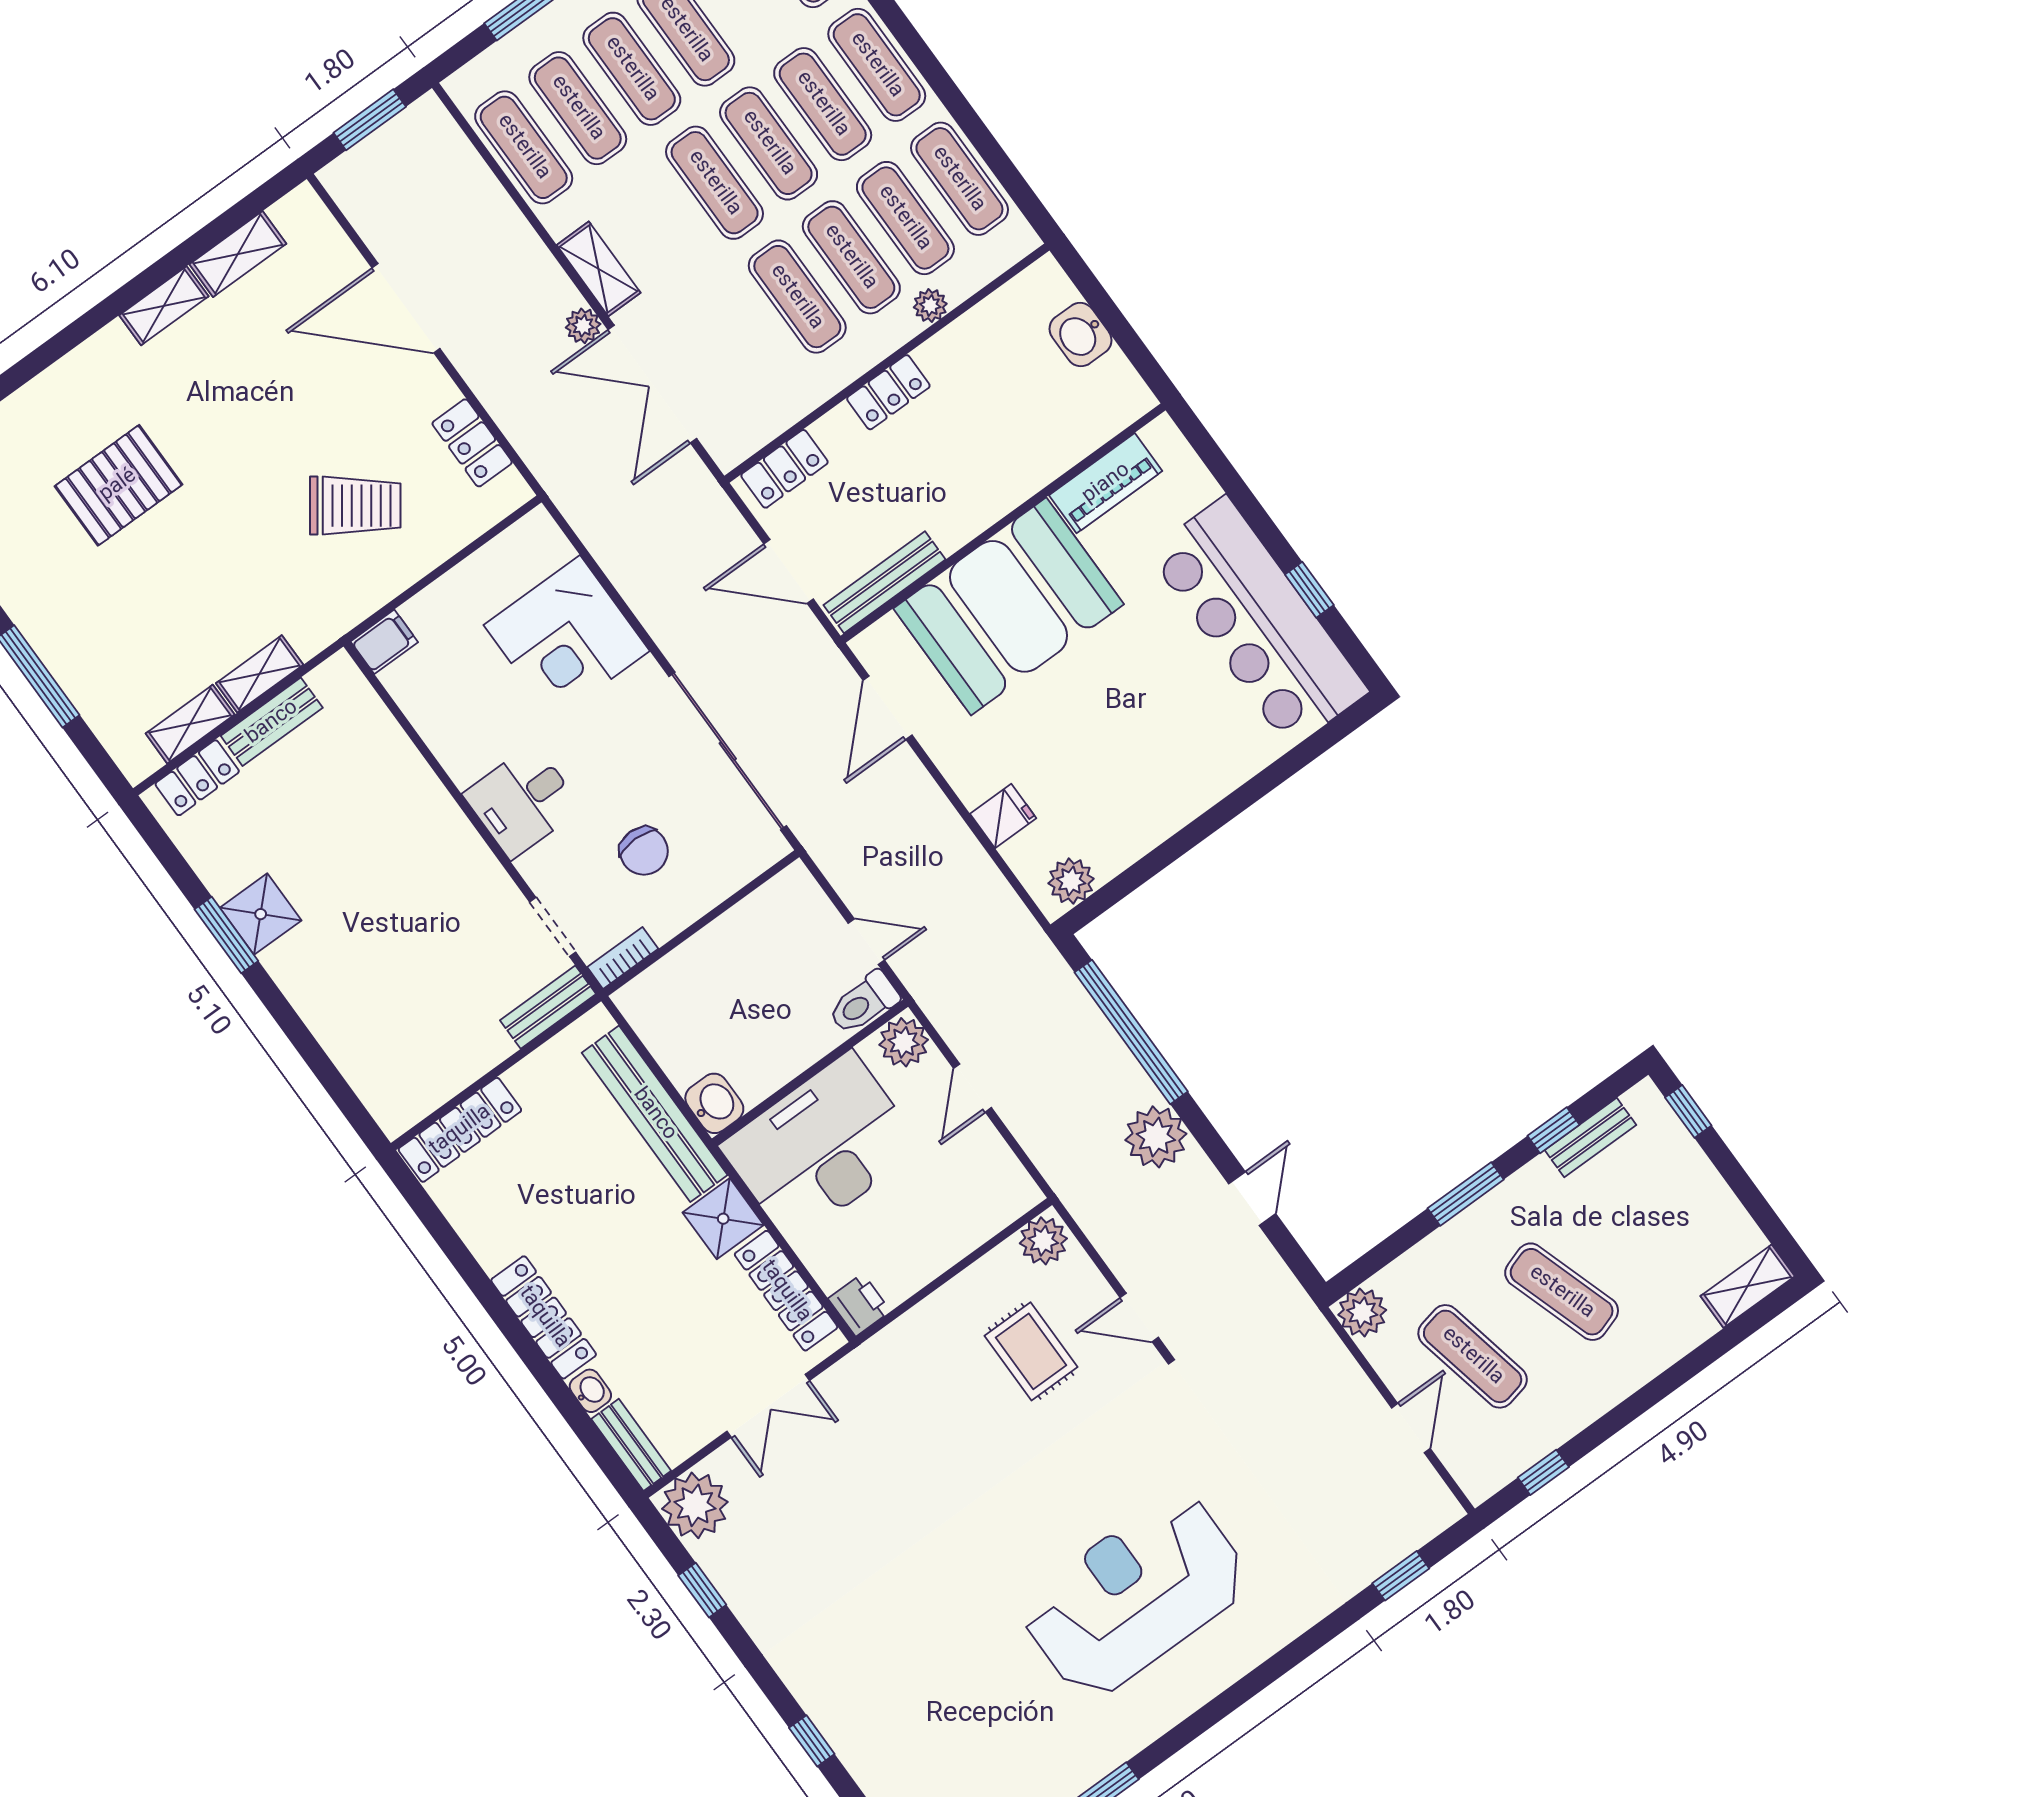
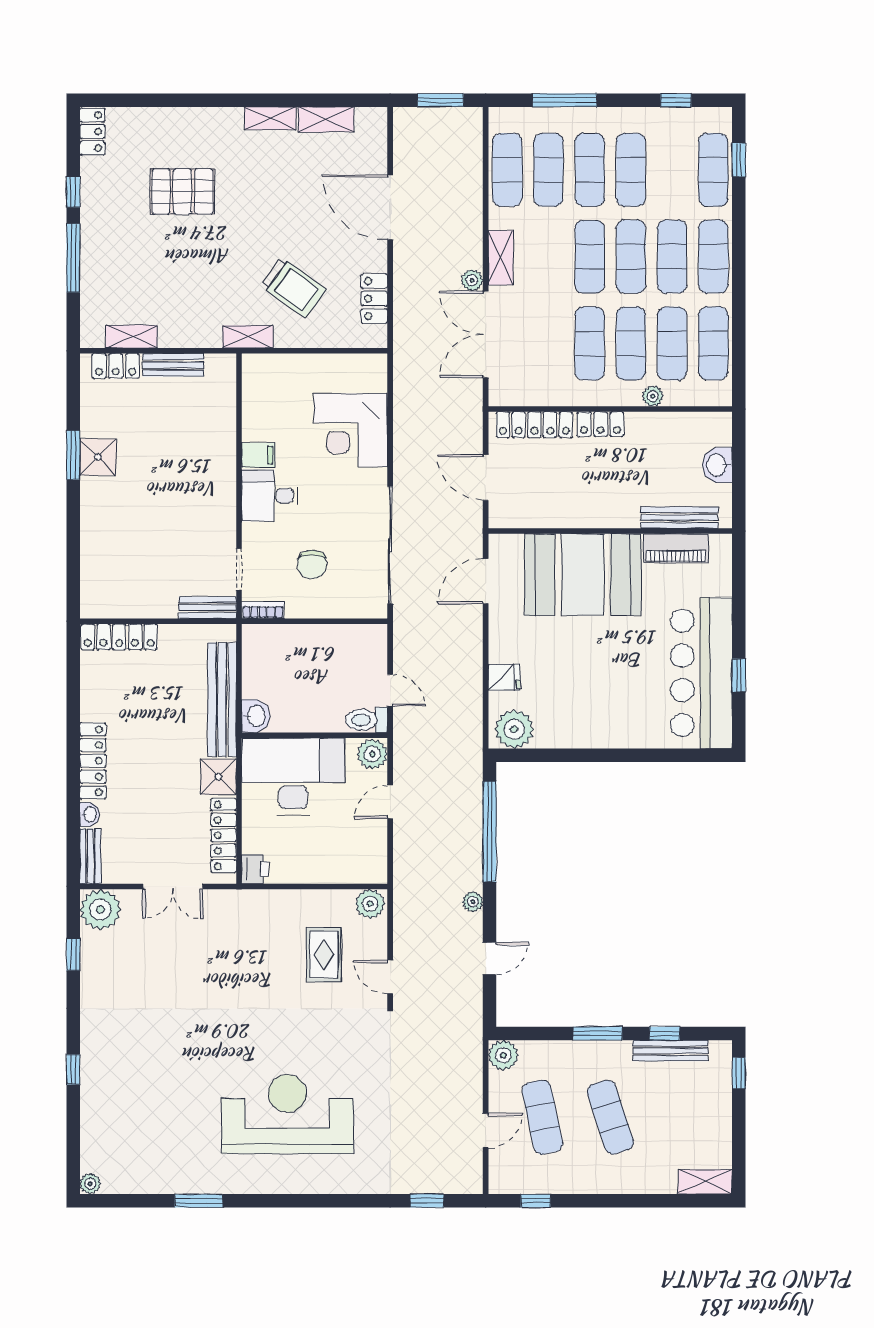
locker: (784, 469) -> (534, 425), width x1.53
bench: (885, 582) -> (679, 518), moved
filing cabinet: (384, 642) -> (258, 455), moved
shelving: (260, 674) -> (248, 337), moved
plant: (1071, 881) -> (514, 729), width x1.36, depth x1.36
plant: (1156, 1137) -> (473, 902), width x0.53, depth x0.53
bench: (1591, 1138) -> (671, 1051), width x1.36

